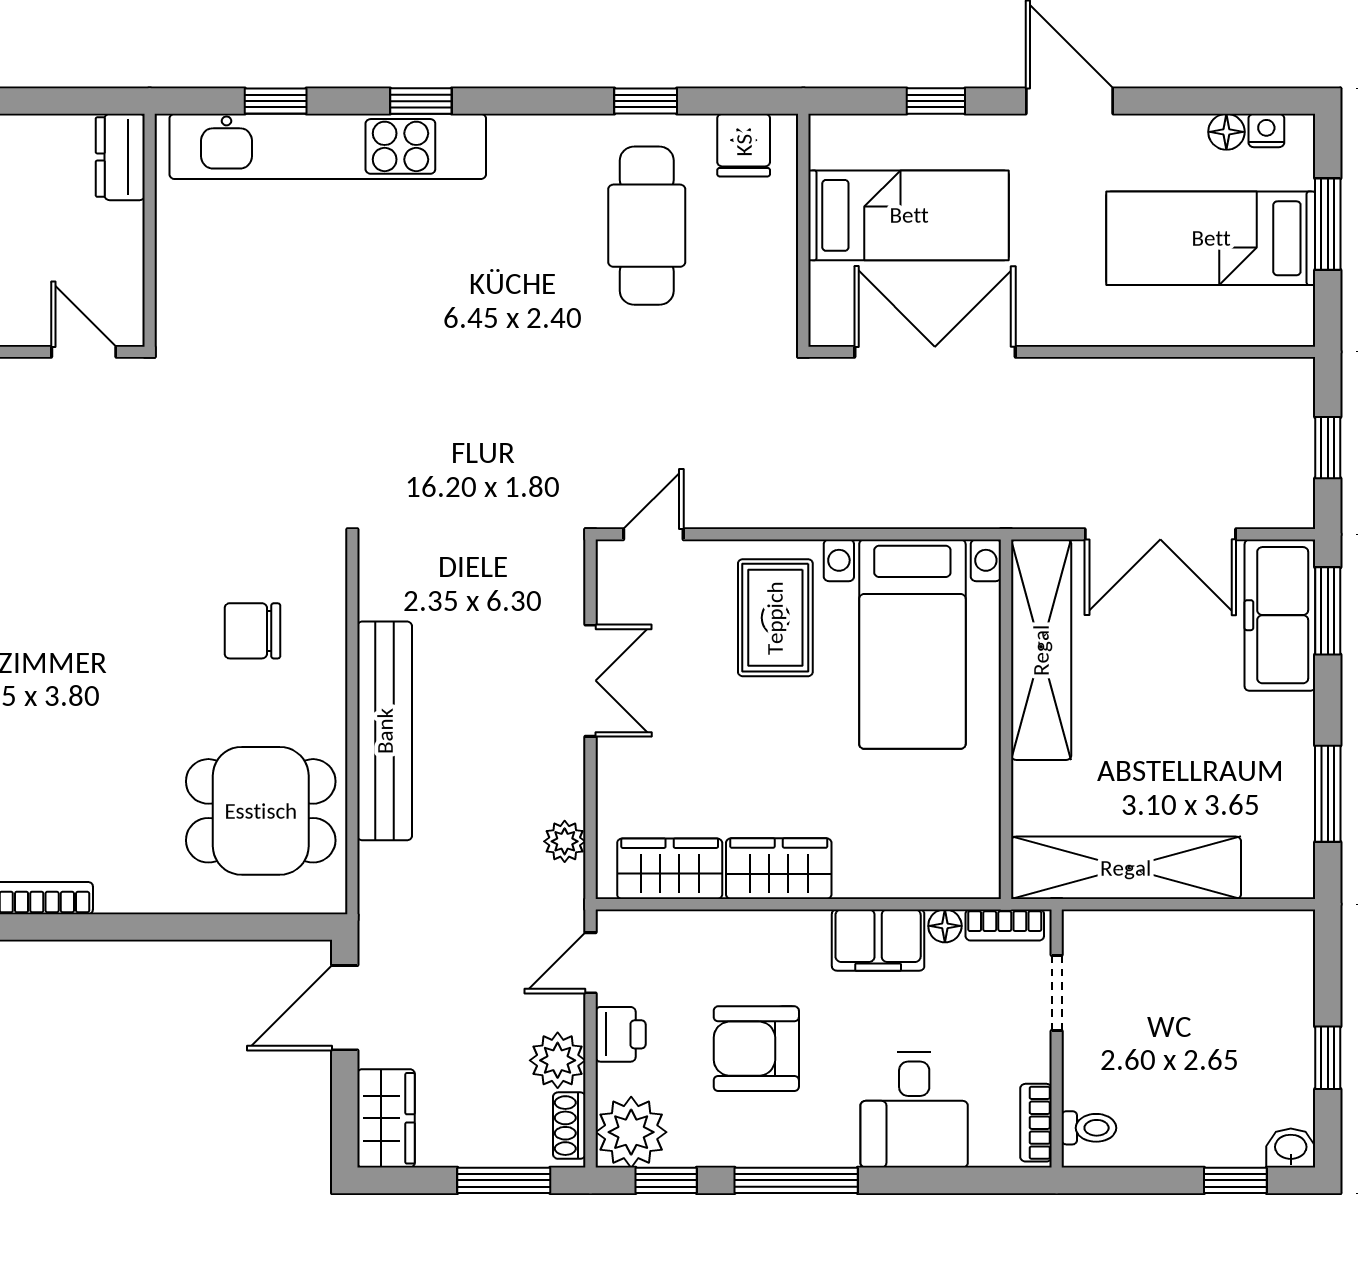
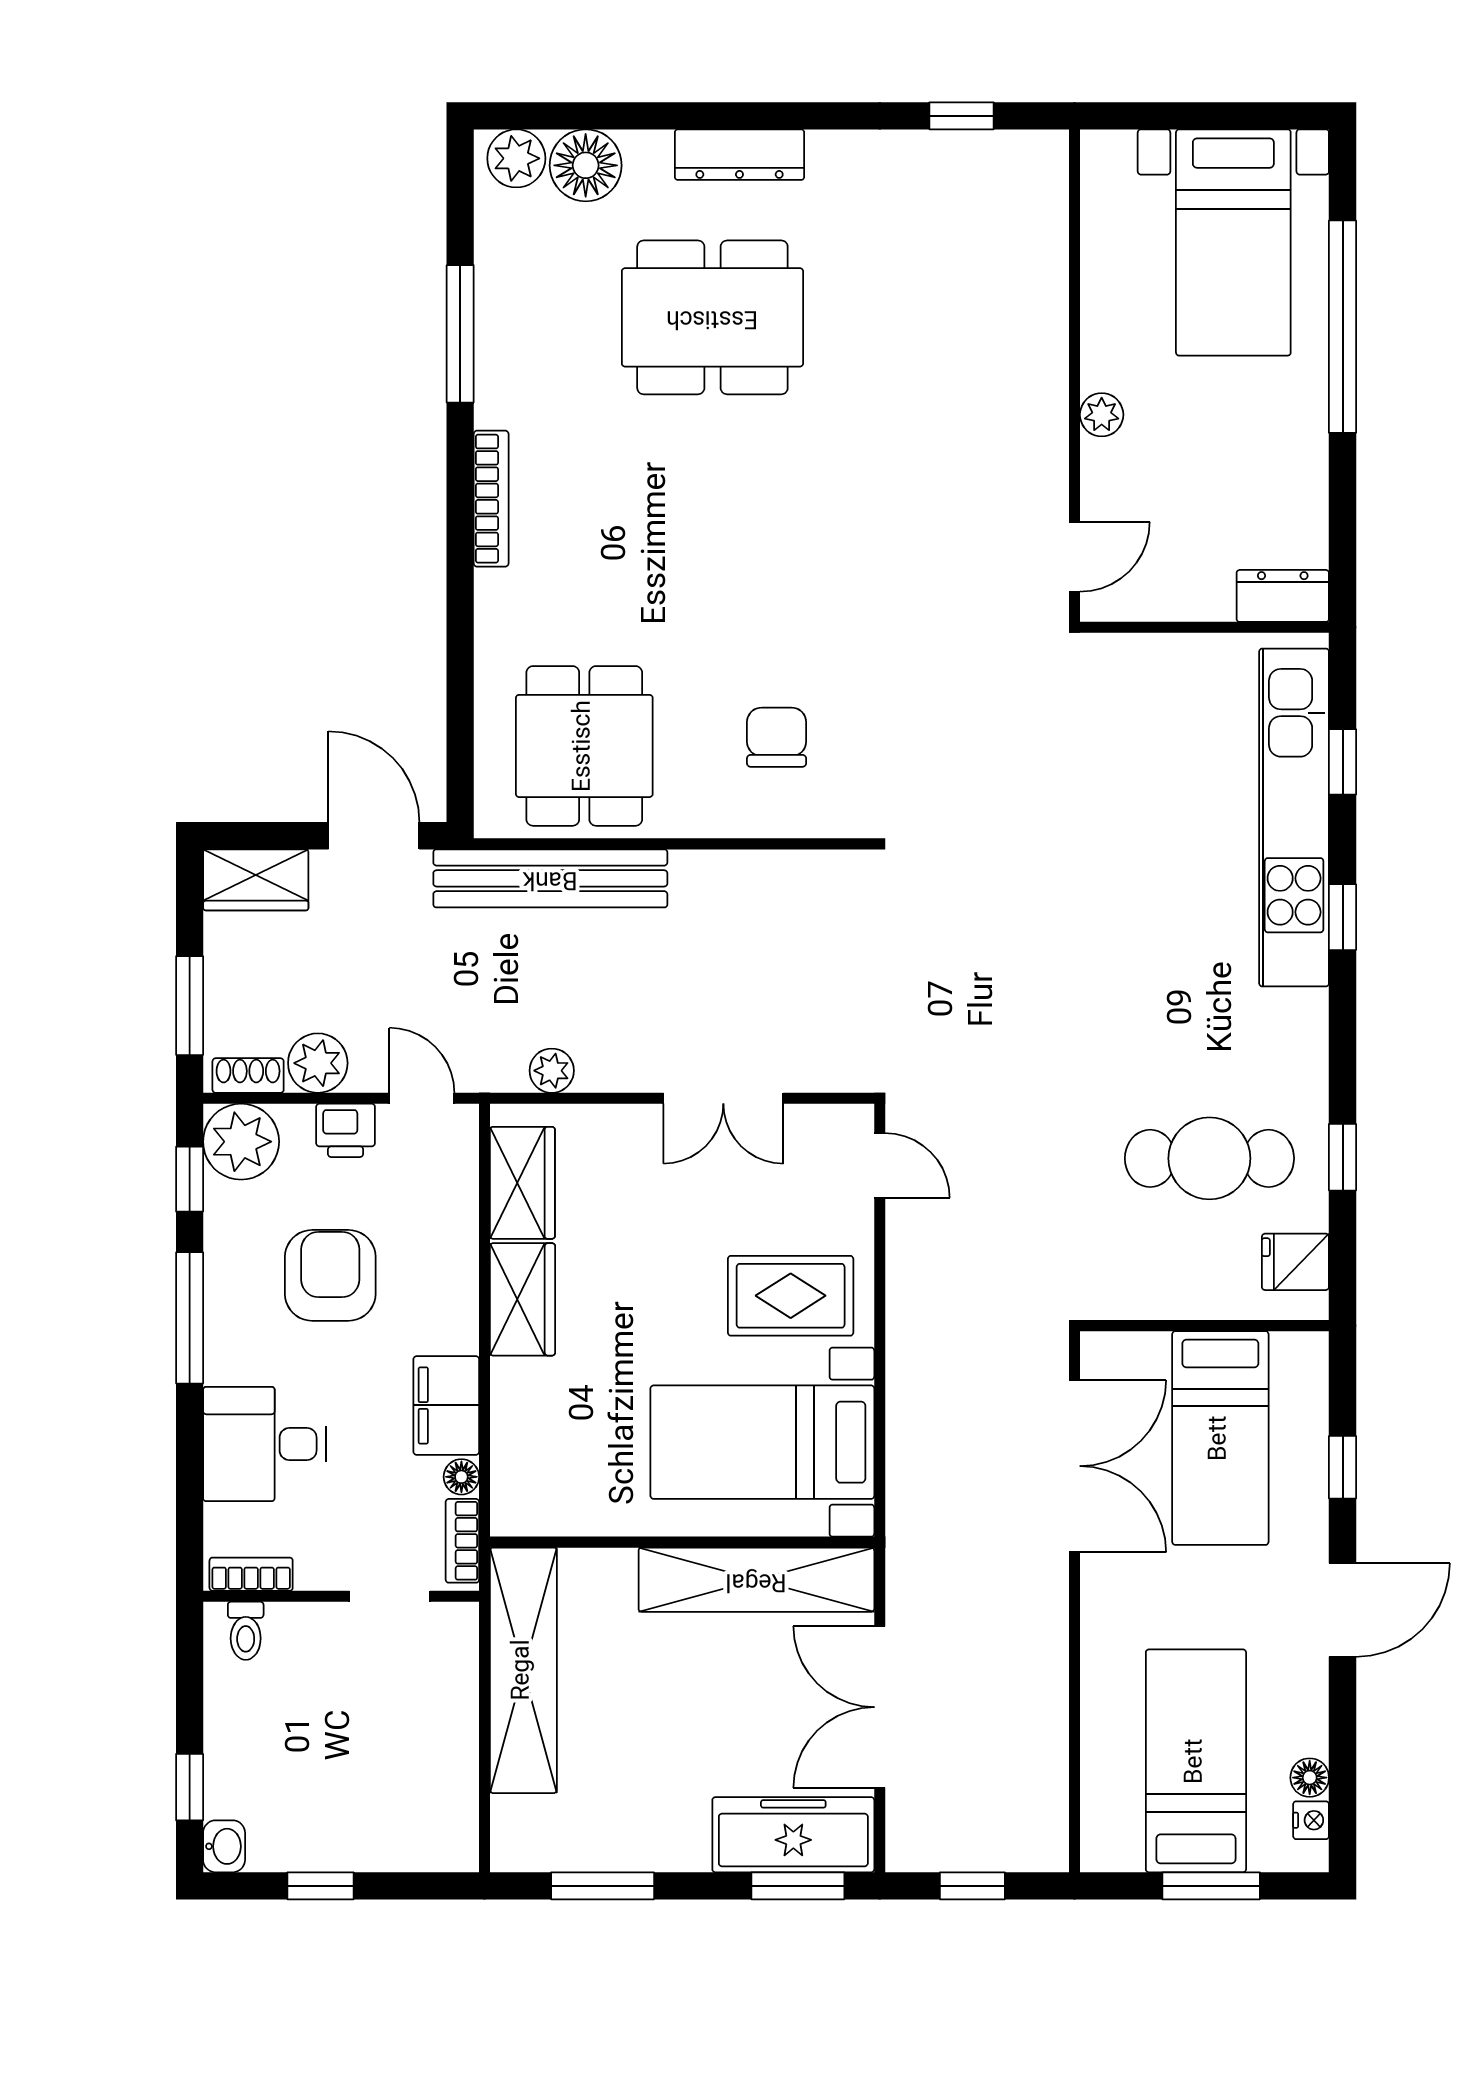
bench: (385, 731) -> (550, 878), moved

